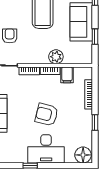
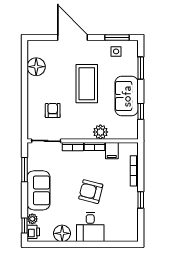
desk: (46, 149) -> (90, 227), width x0.73
floor lamp: (83, 155) -> (62, 233), moved
window: (30, 166) -> (74, 244), removed

